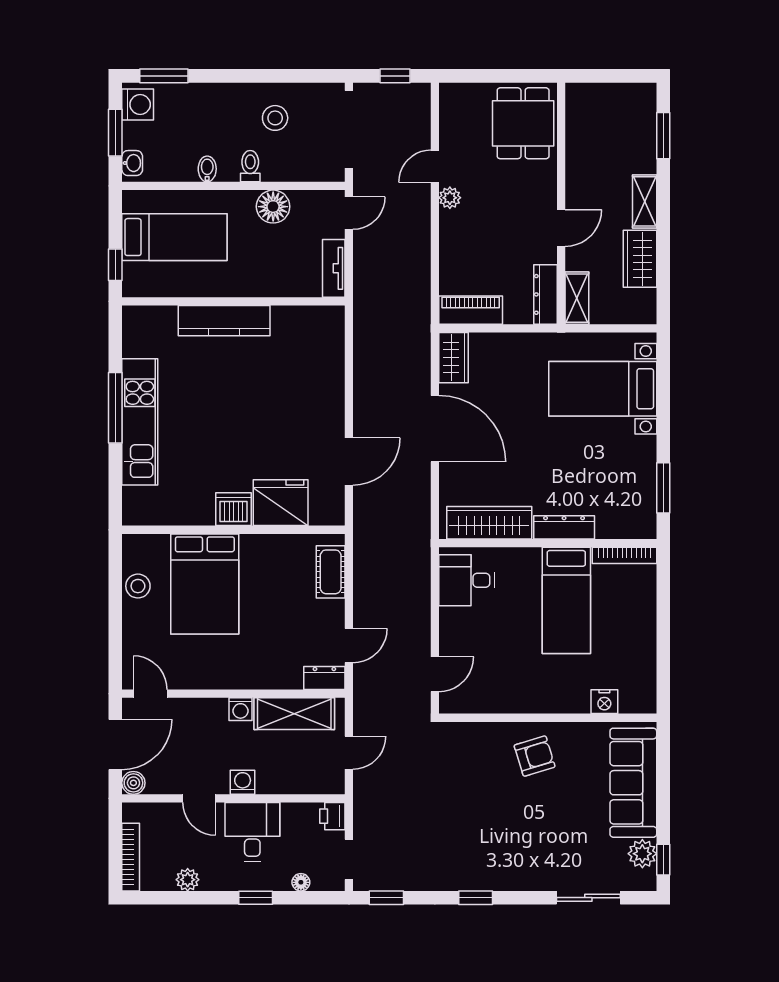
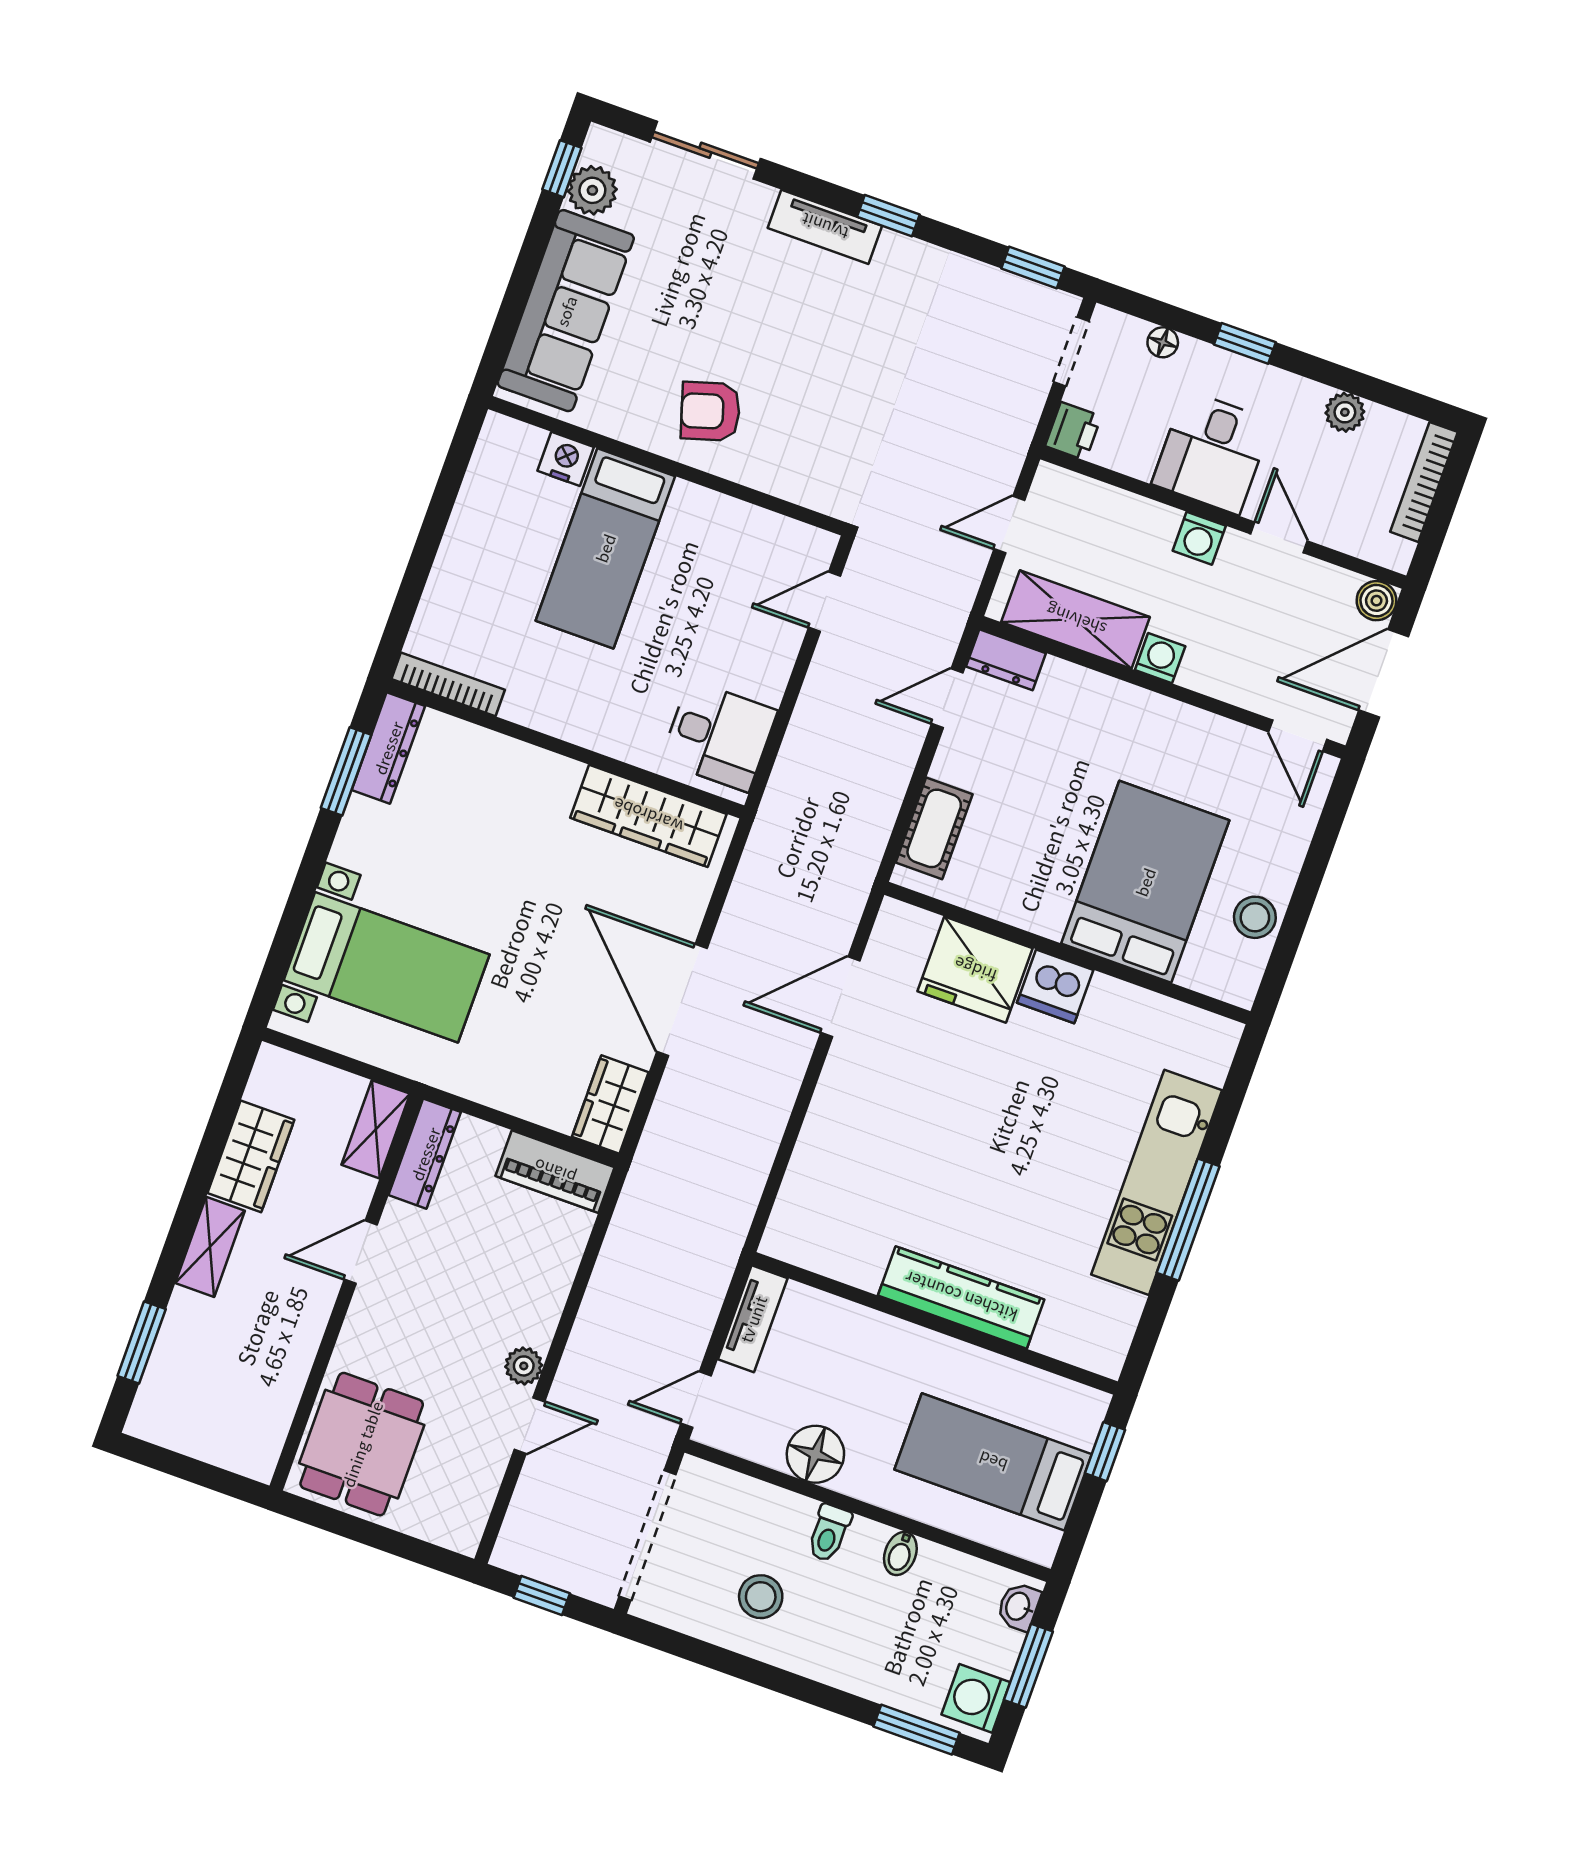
dresser: (564, 527) -> (388, 748), moved, turned -90
bed: (566, 600) -> (605, 548), moved, turned 180
tv unit: (508, 879) -> (825, 227), added

